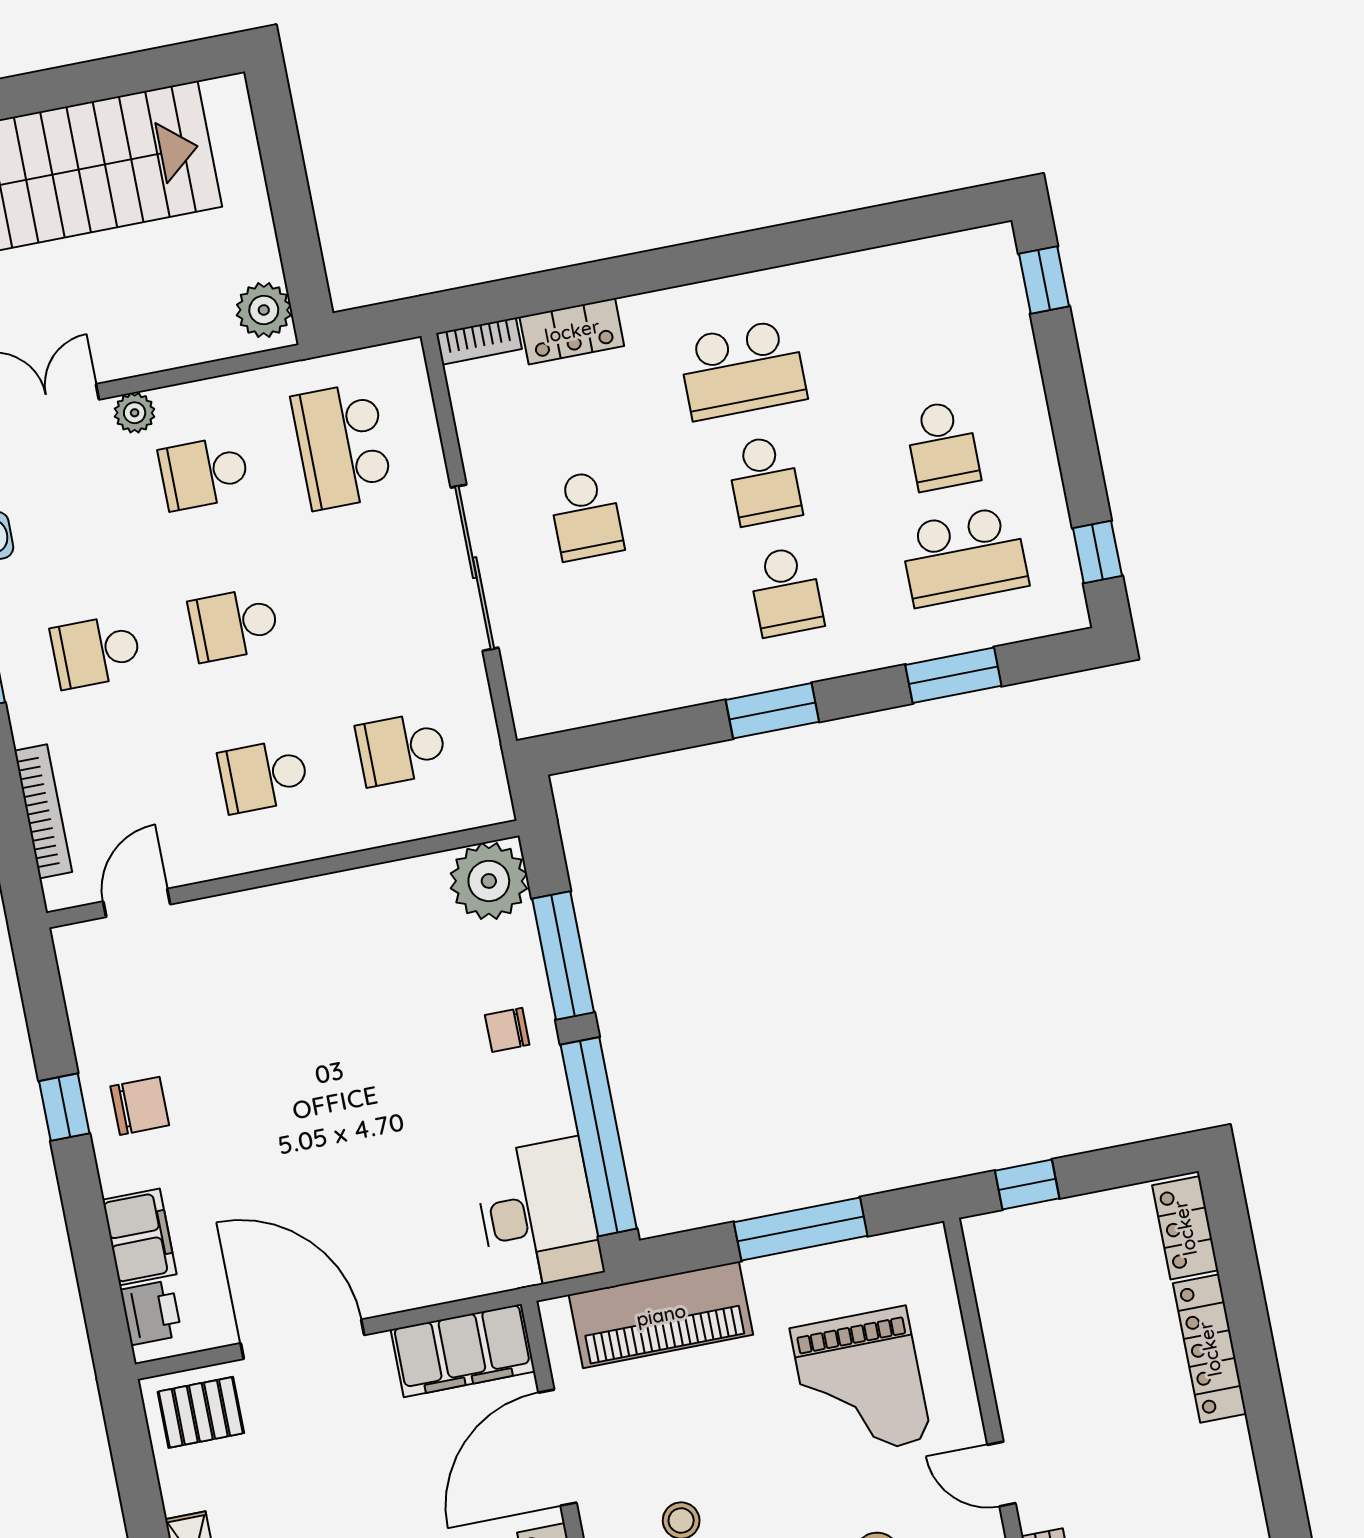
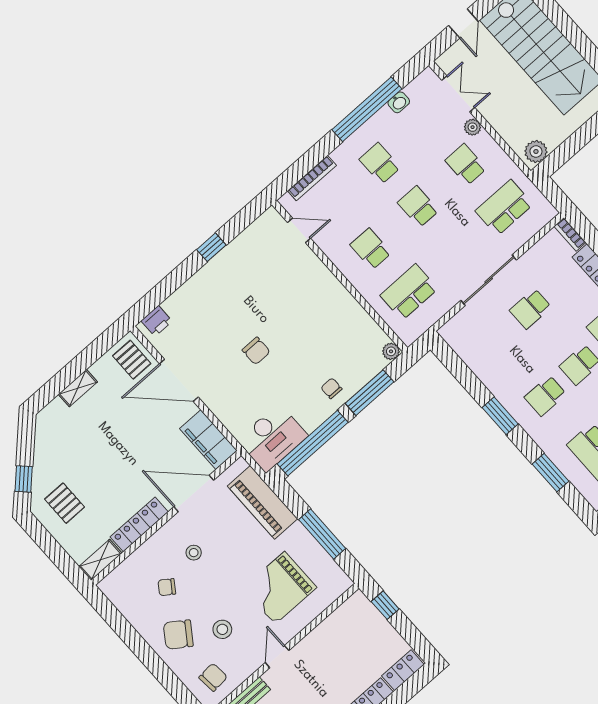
school desk: (401, 749) -> (409, 292), width x1.85
plant: (489, 881) -> (391, 351), width x0.53, depth x0.53
chair: (140, 1106) -> (256, 351), moved
filing cabinet: (139, 1237) -> (181, 301), removed
door: (302, 1339) -> (179, 380), swing flipped

